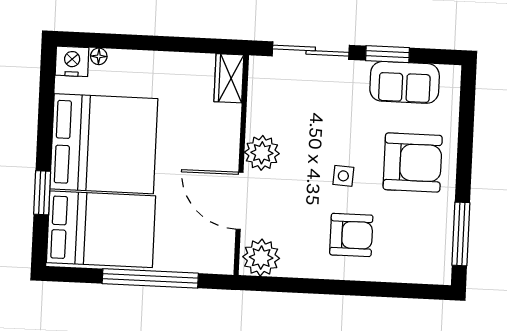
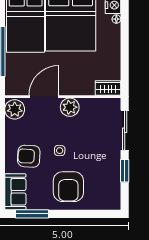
sofa: (405, 82) -> (15, 192), moved, turned 180
armchair: (351, 235) -> (29, 156), turned 93

